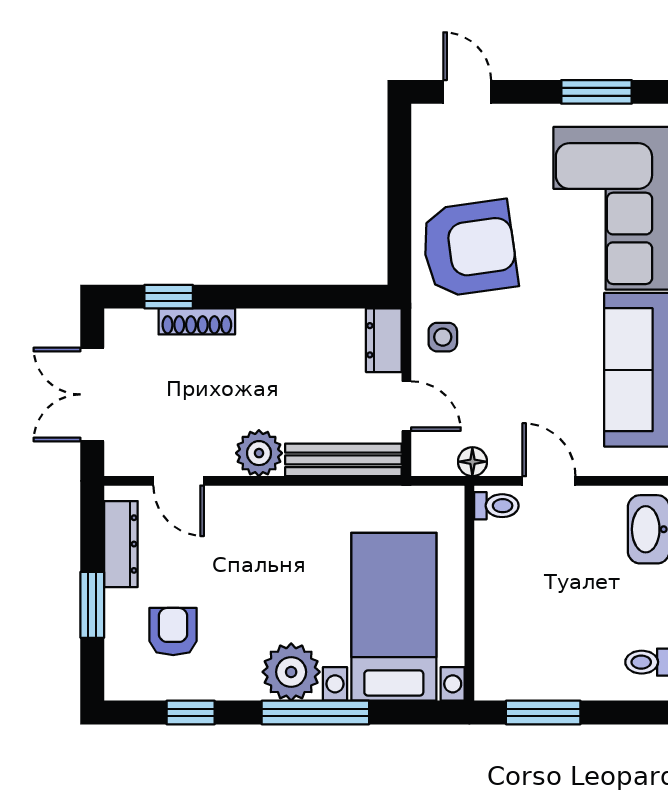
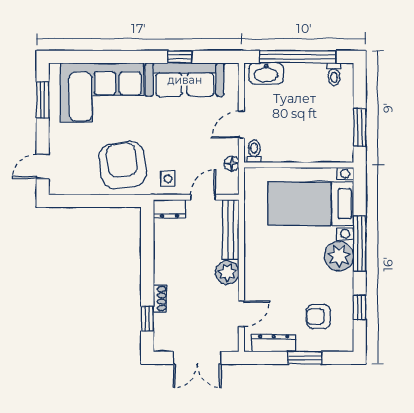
shoe rack: (197, 321) -> (160, 298), width x0.70

